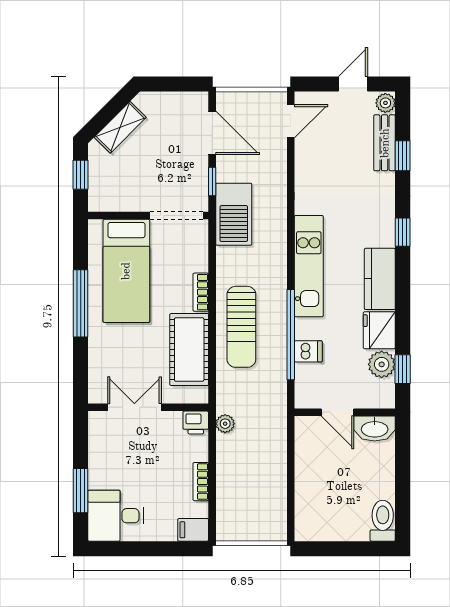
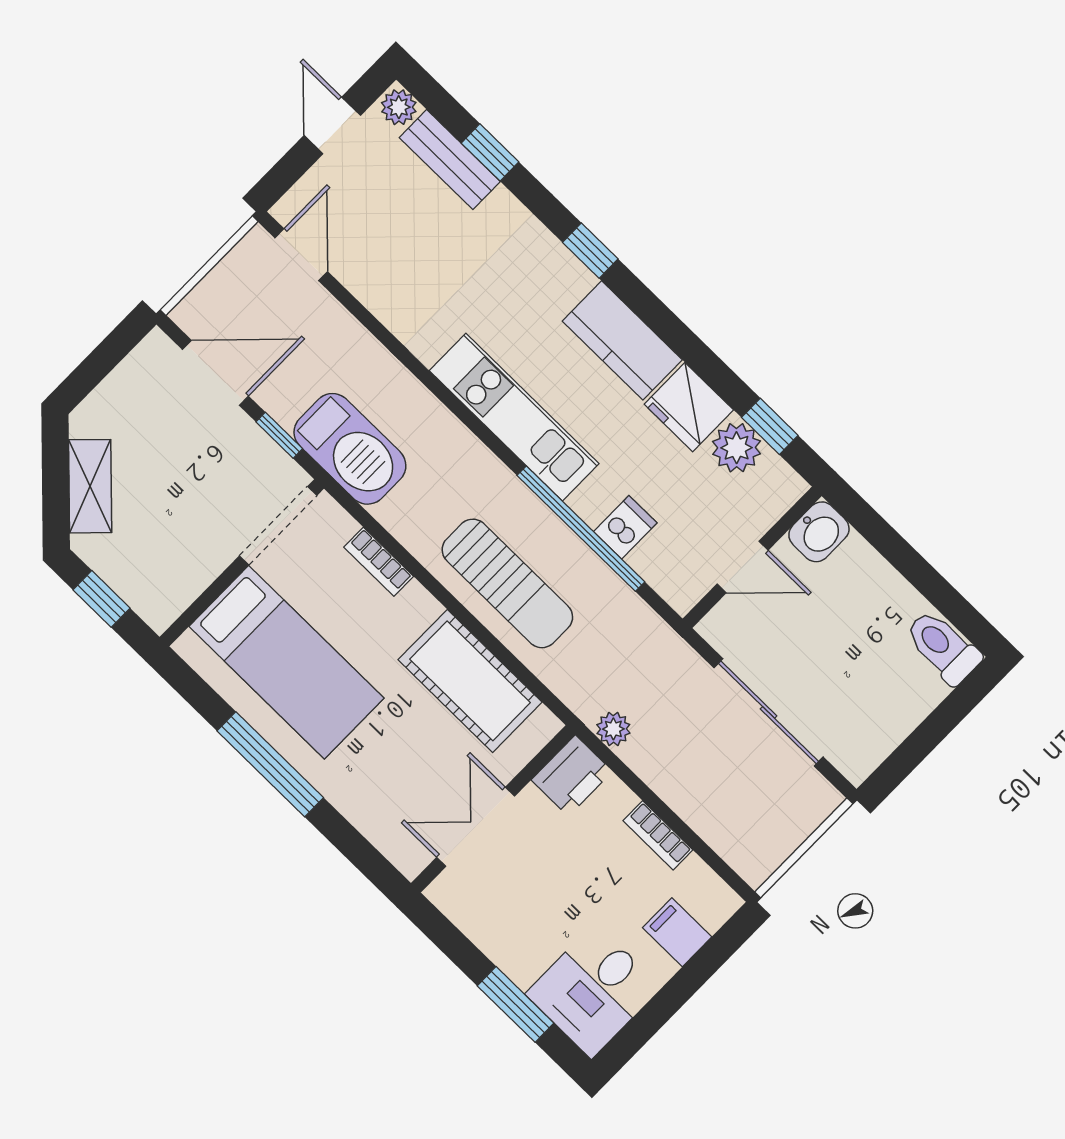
bookcase: (201, 292) -> (379, 562), moved
printer: (196, 423) -> (572, 776), width x1.36, depth x1.24
washbasin: (375, 429) -> (819, 532), width x0.72
sliding door: (291, 478) -> (769, 712), added
filing cabinet: (193, 530) -> (677, 932), moved, turned 90

